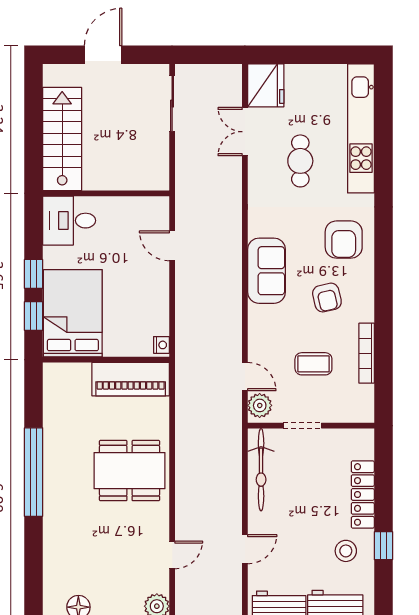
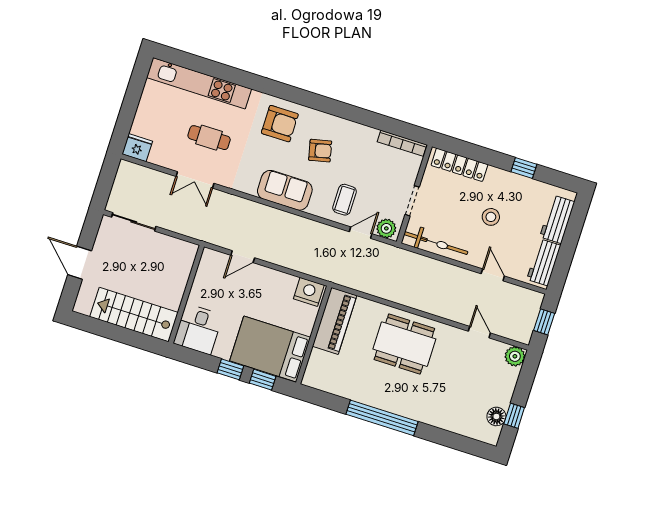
fridge: (266, 85) -> (137, 148), width x0.73, depth x0.75
double door: (245, 132) -> (195, 180), moved
nightstand: (161, 345) -> (309, 292), width x1.89, depth x1.79
bookcase: (367, 353) -> (402, 143), moved
coffee table: (313, 364) -> (345, 200), moved
dining table: (130, 471) -> (404, 344), turned 90
locker: (363, 494) -> (459, 165), moved
stool: (346, 551) -> (491, 217), moved

